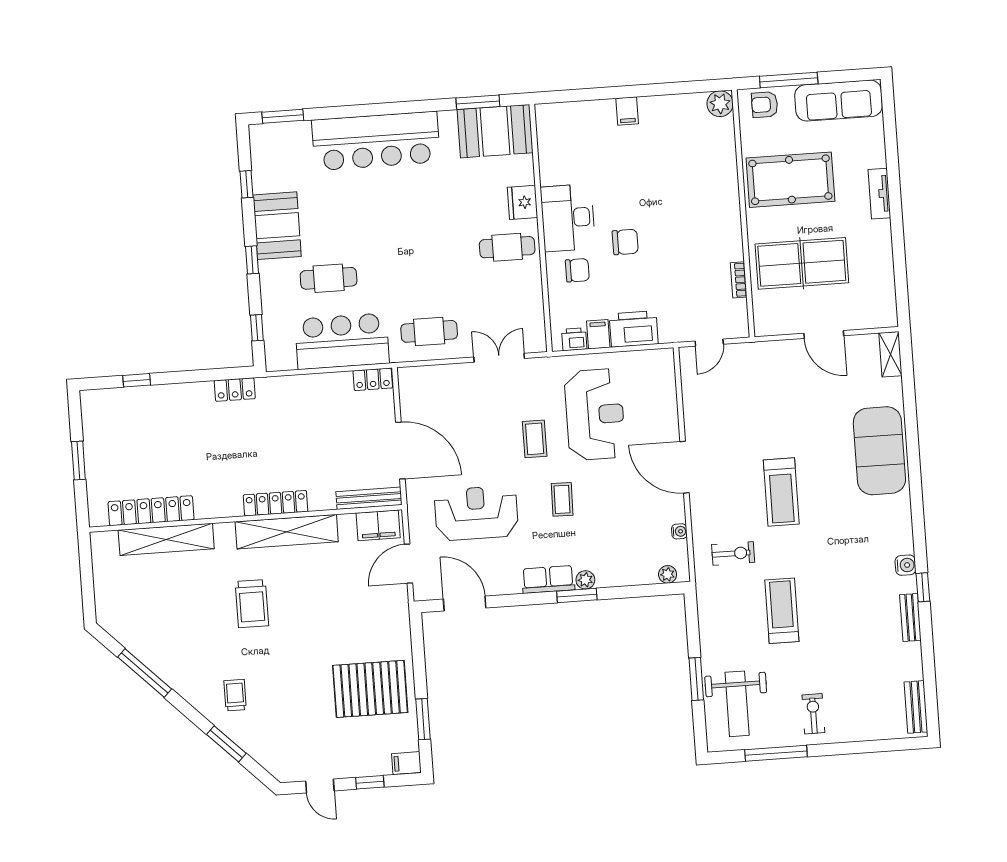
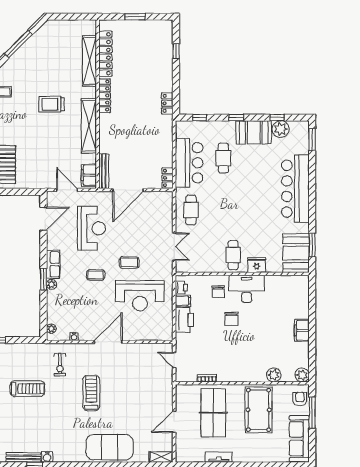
filing cabinet: (627, 111) -> (302, 330), width x2.00
plant: (724, 156) -> (274, 375), added
plant: (267, 176) -> (281, 129), added
tv unit: (879, 194) -> (219, 457), moved
treadmill: (781, 492) -> (91, 393), turned 90
locker: (276, 503) -> (105, 96), moved
bench: (910, 618) -> (23, 457), width x1.36

